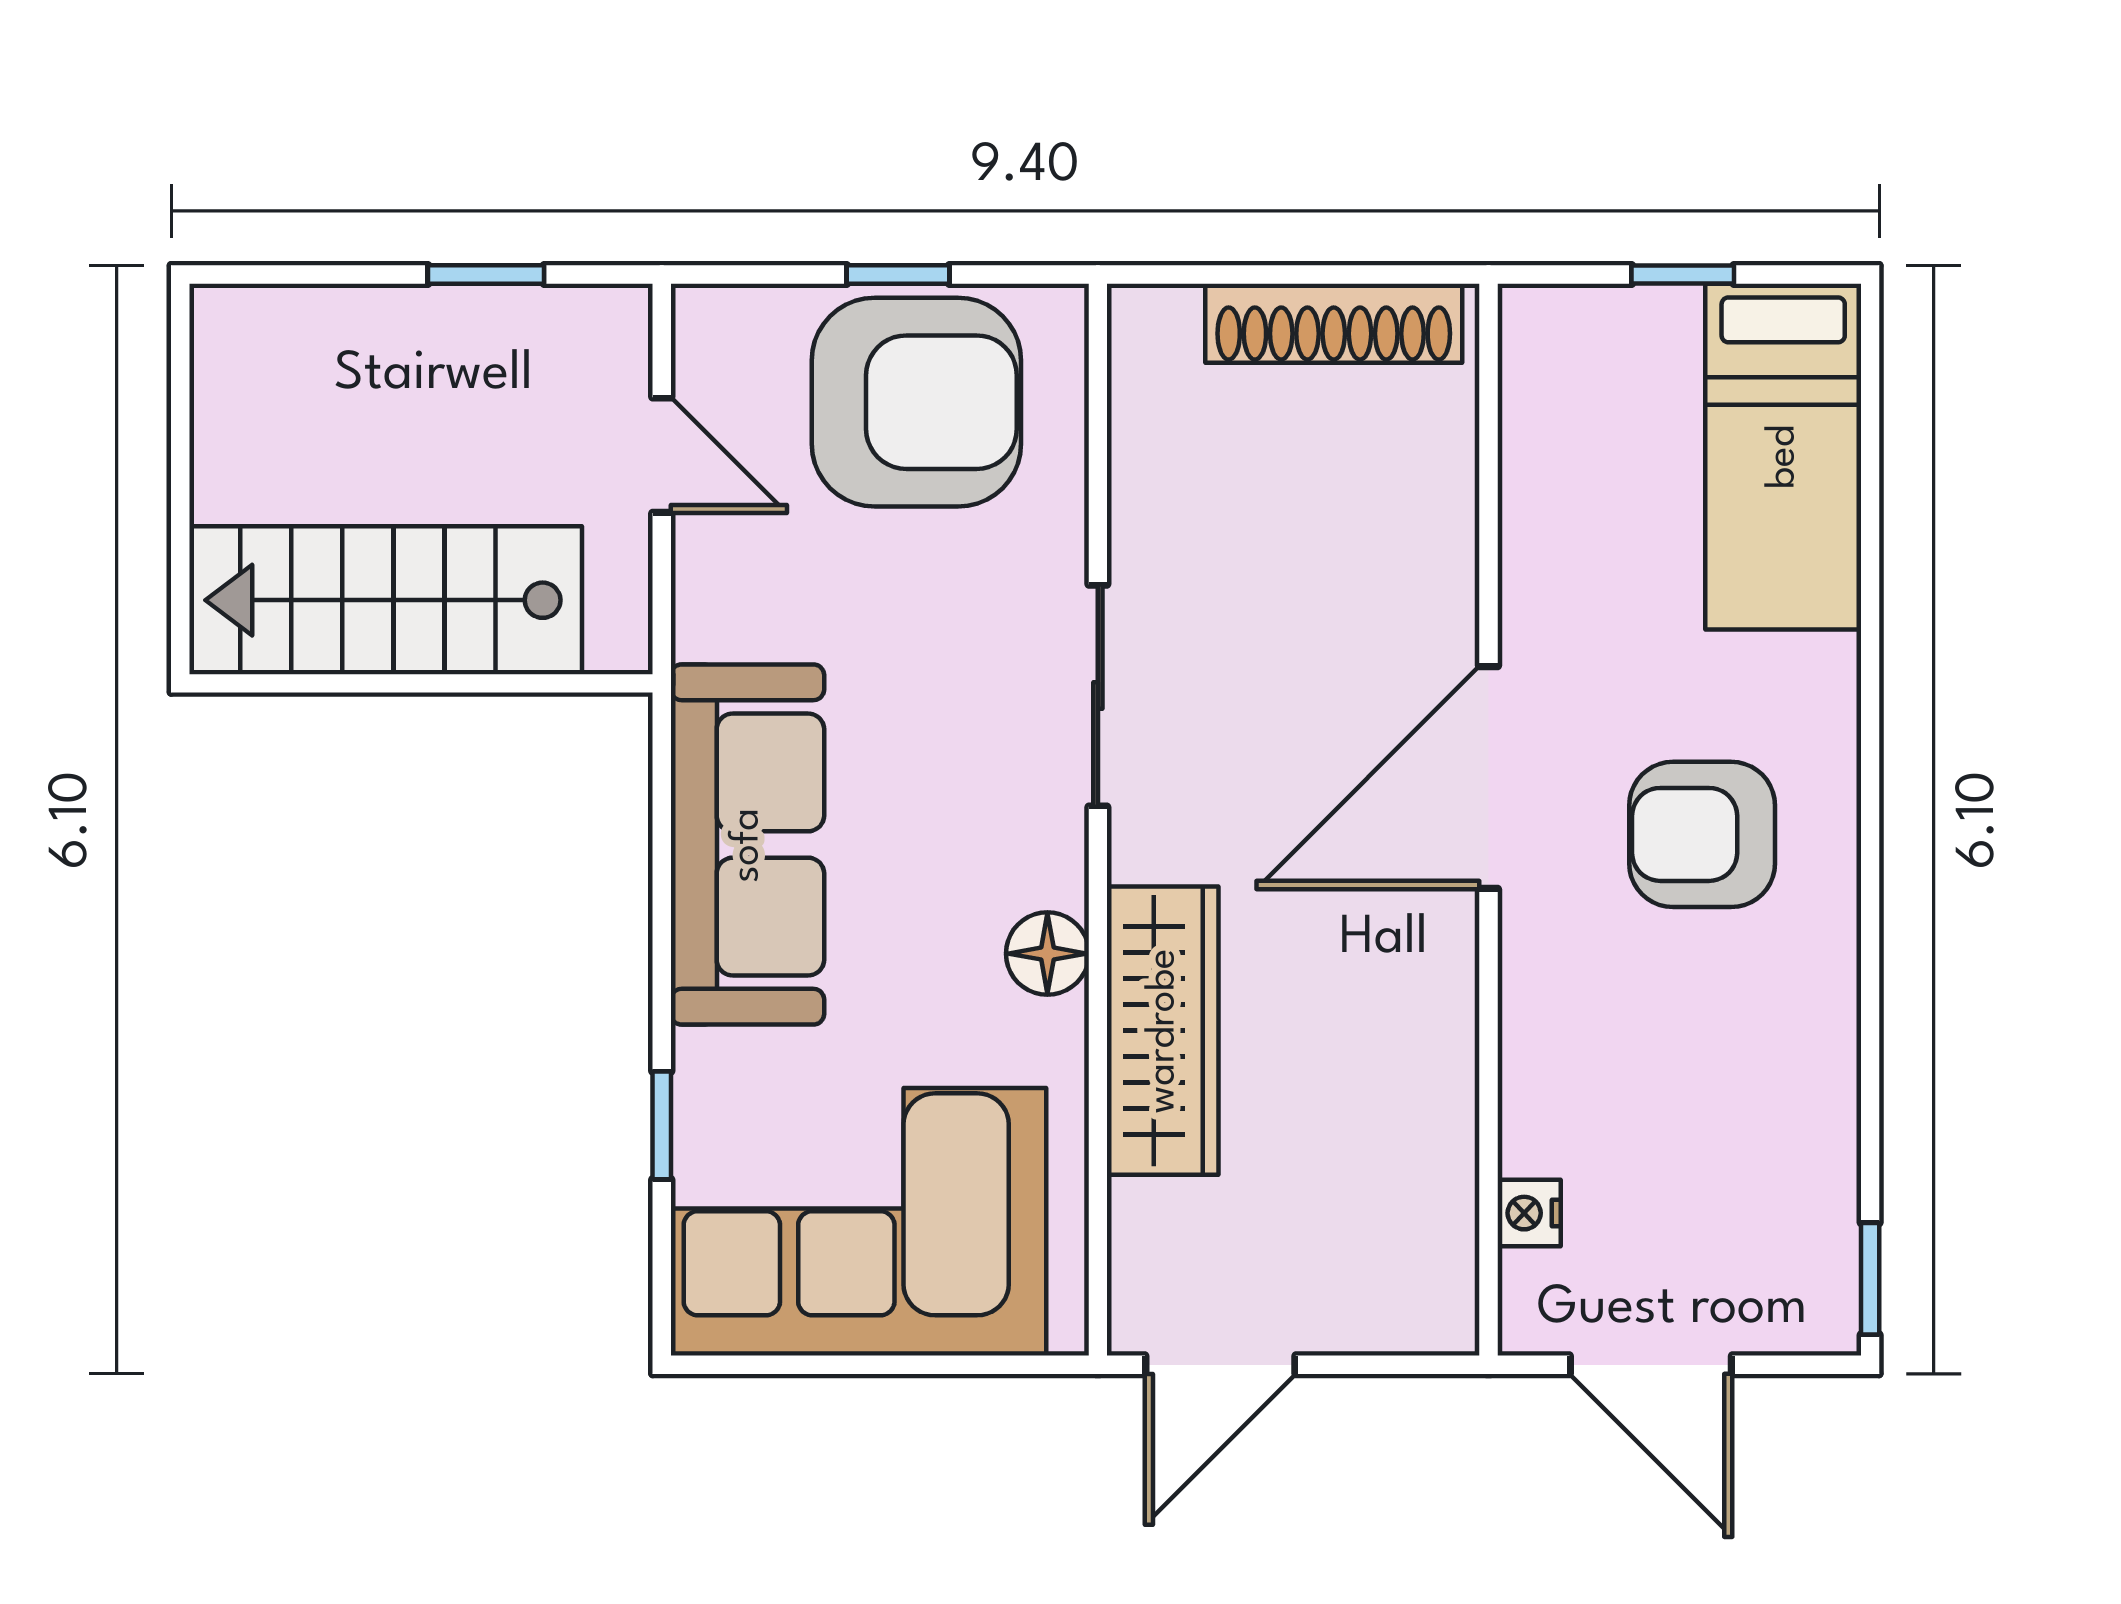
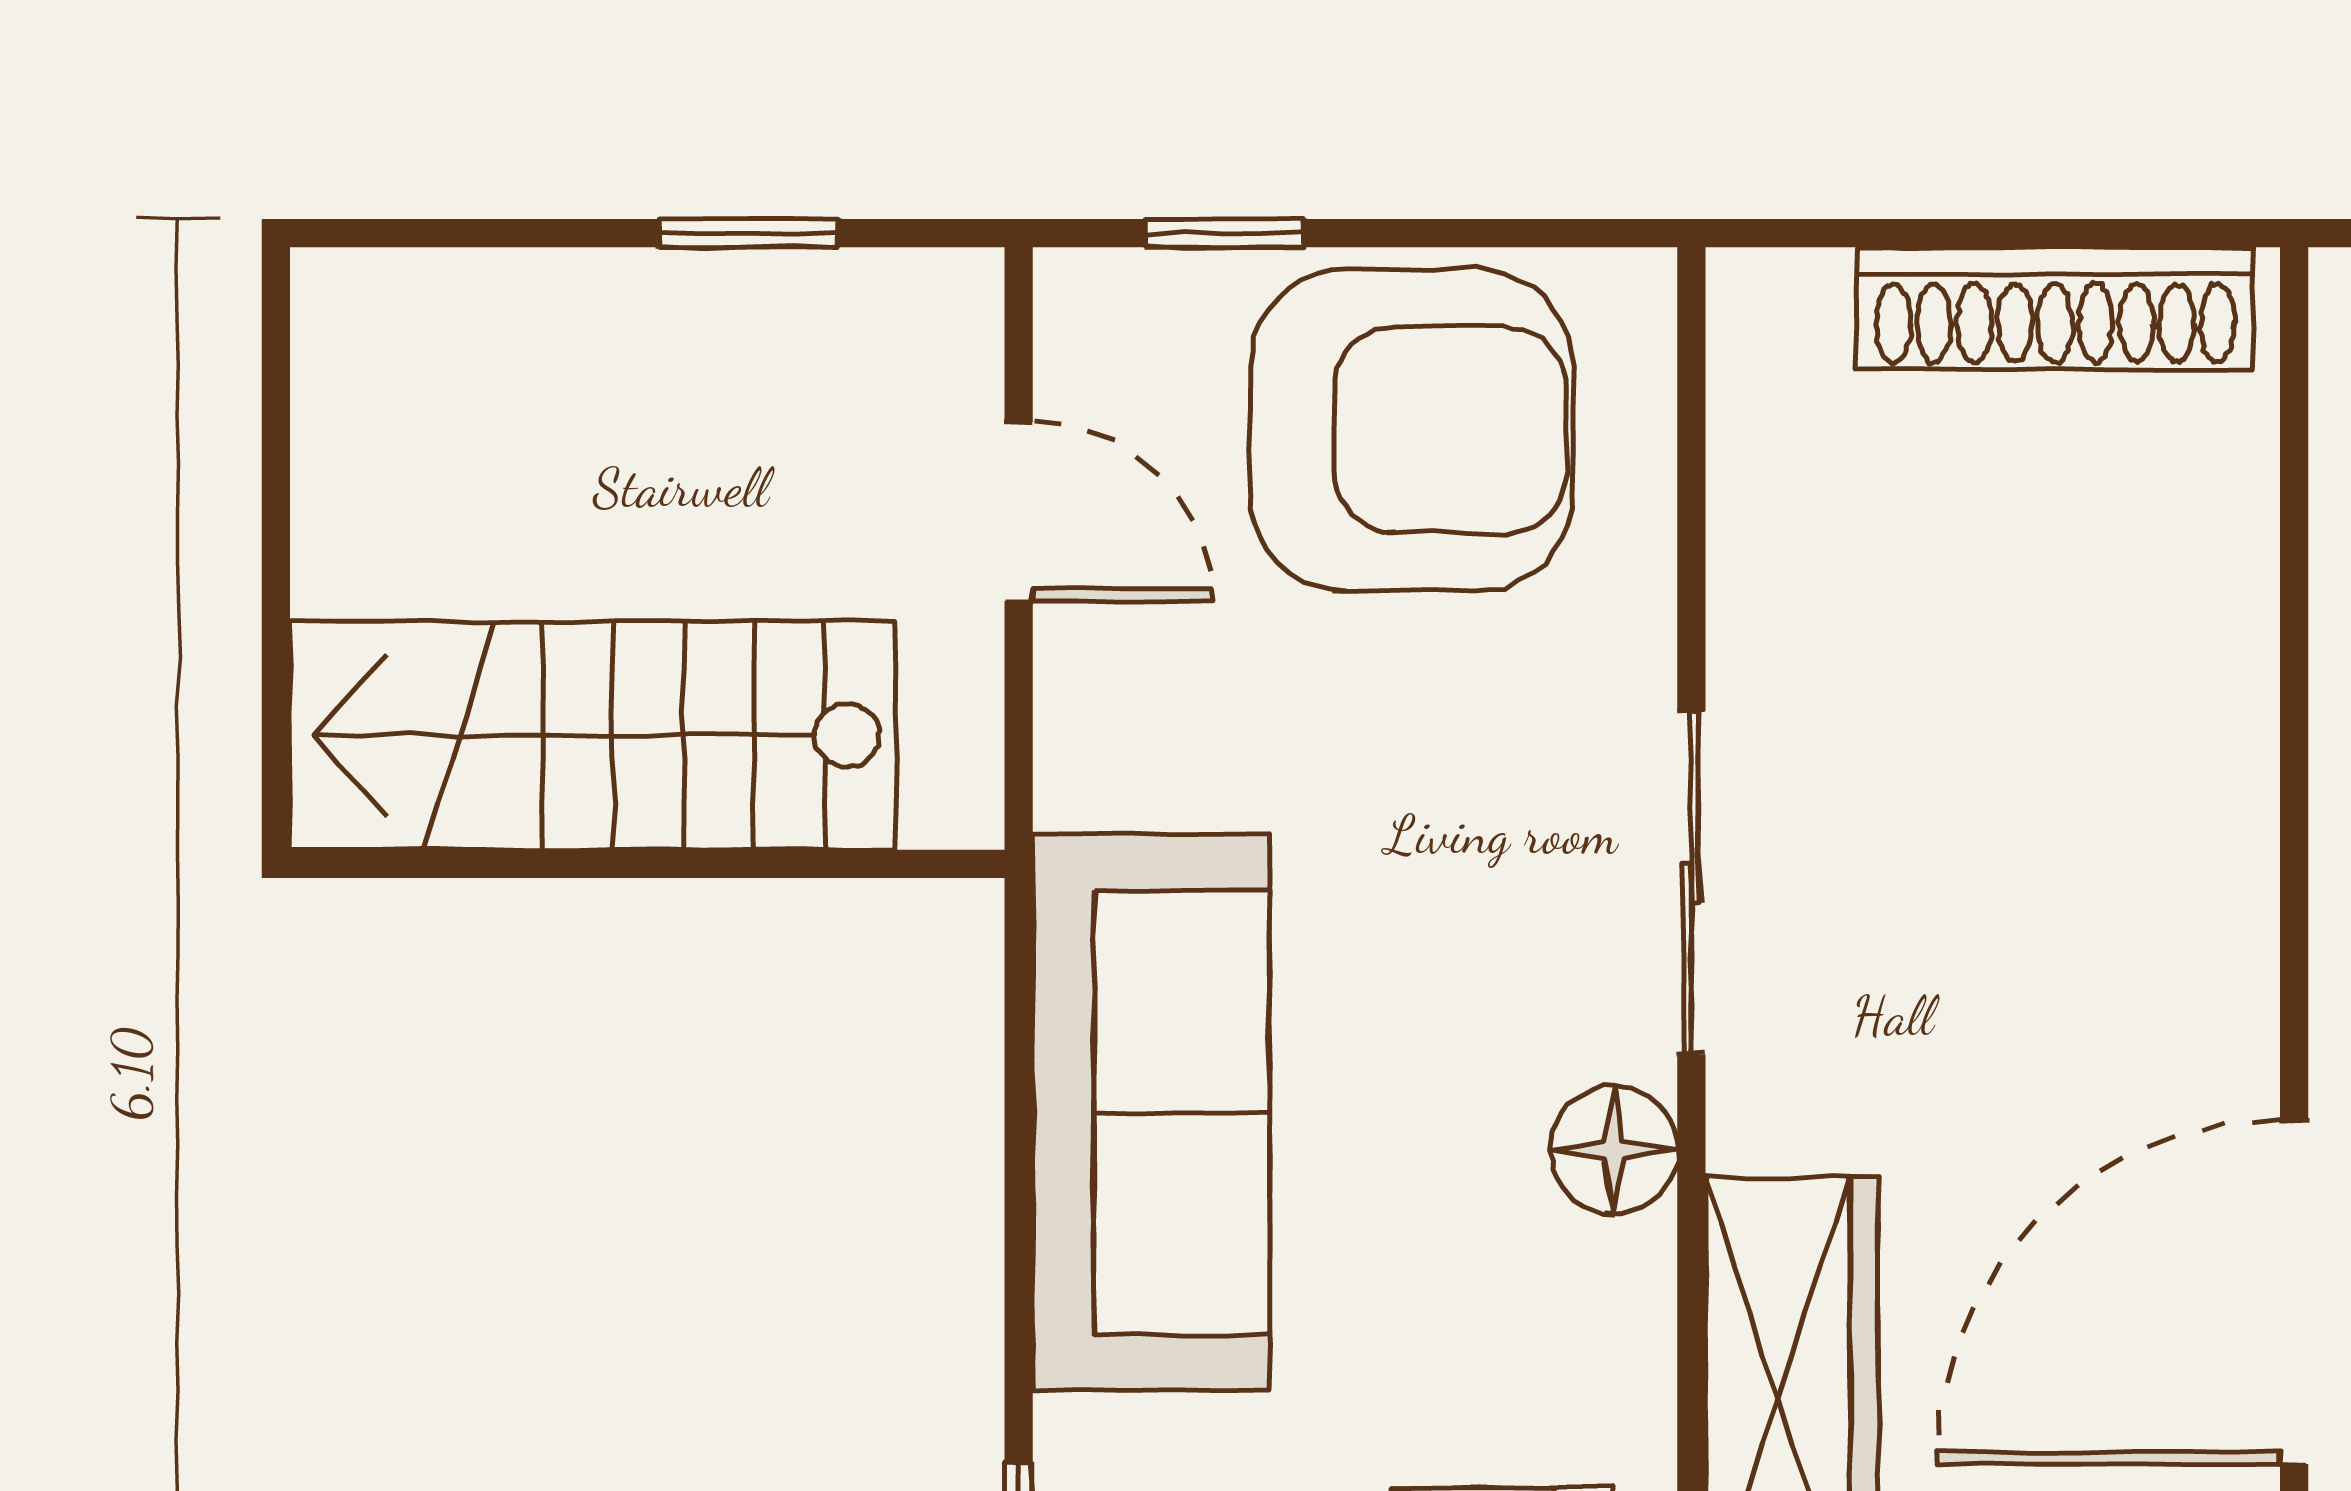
window: (898, 274) -> (1224, 233), moved
door: (1489, 777) -> (2294, 1292), moved
floor lamp: (1047, 954) -> (1614, 1150), moved

